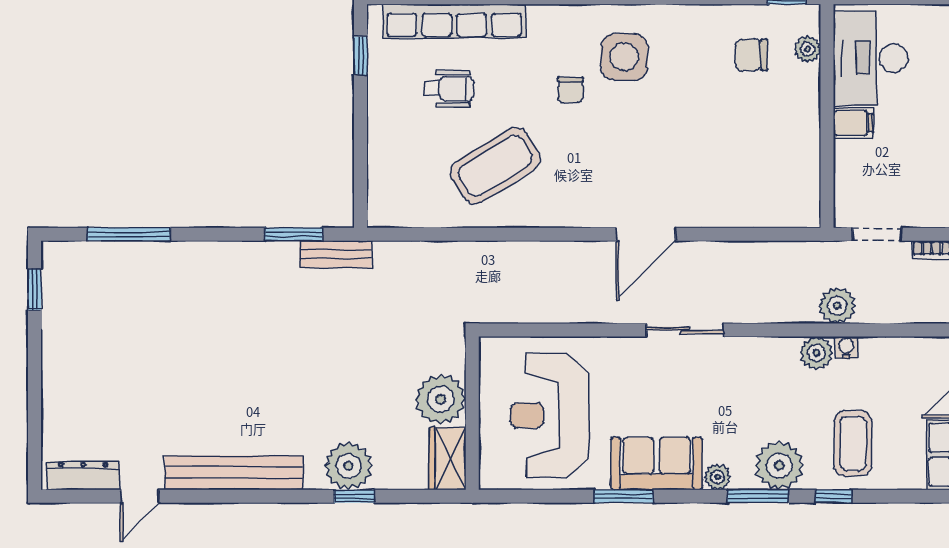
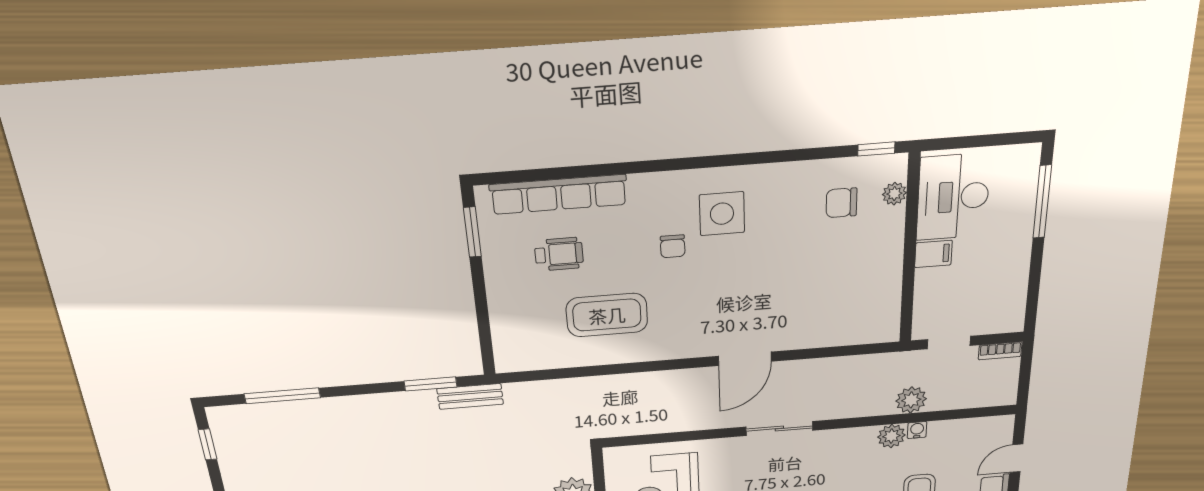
window: (360, 56) -> (472, 232), width x1.50
coffee table: (495, 166) -> (607, 315), turned 32

